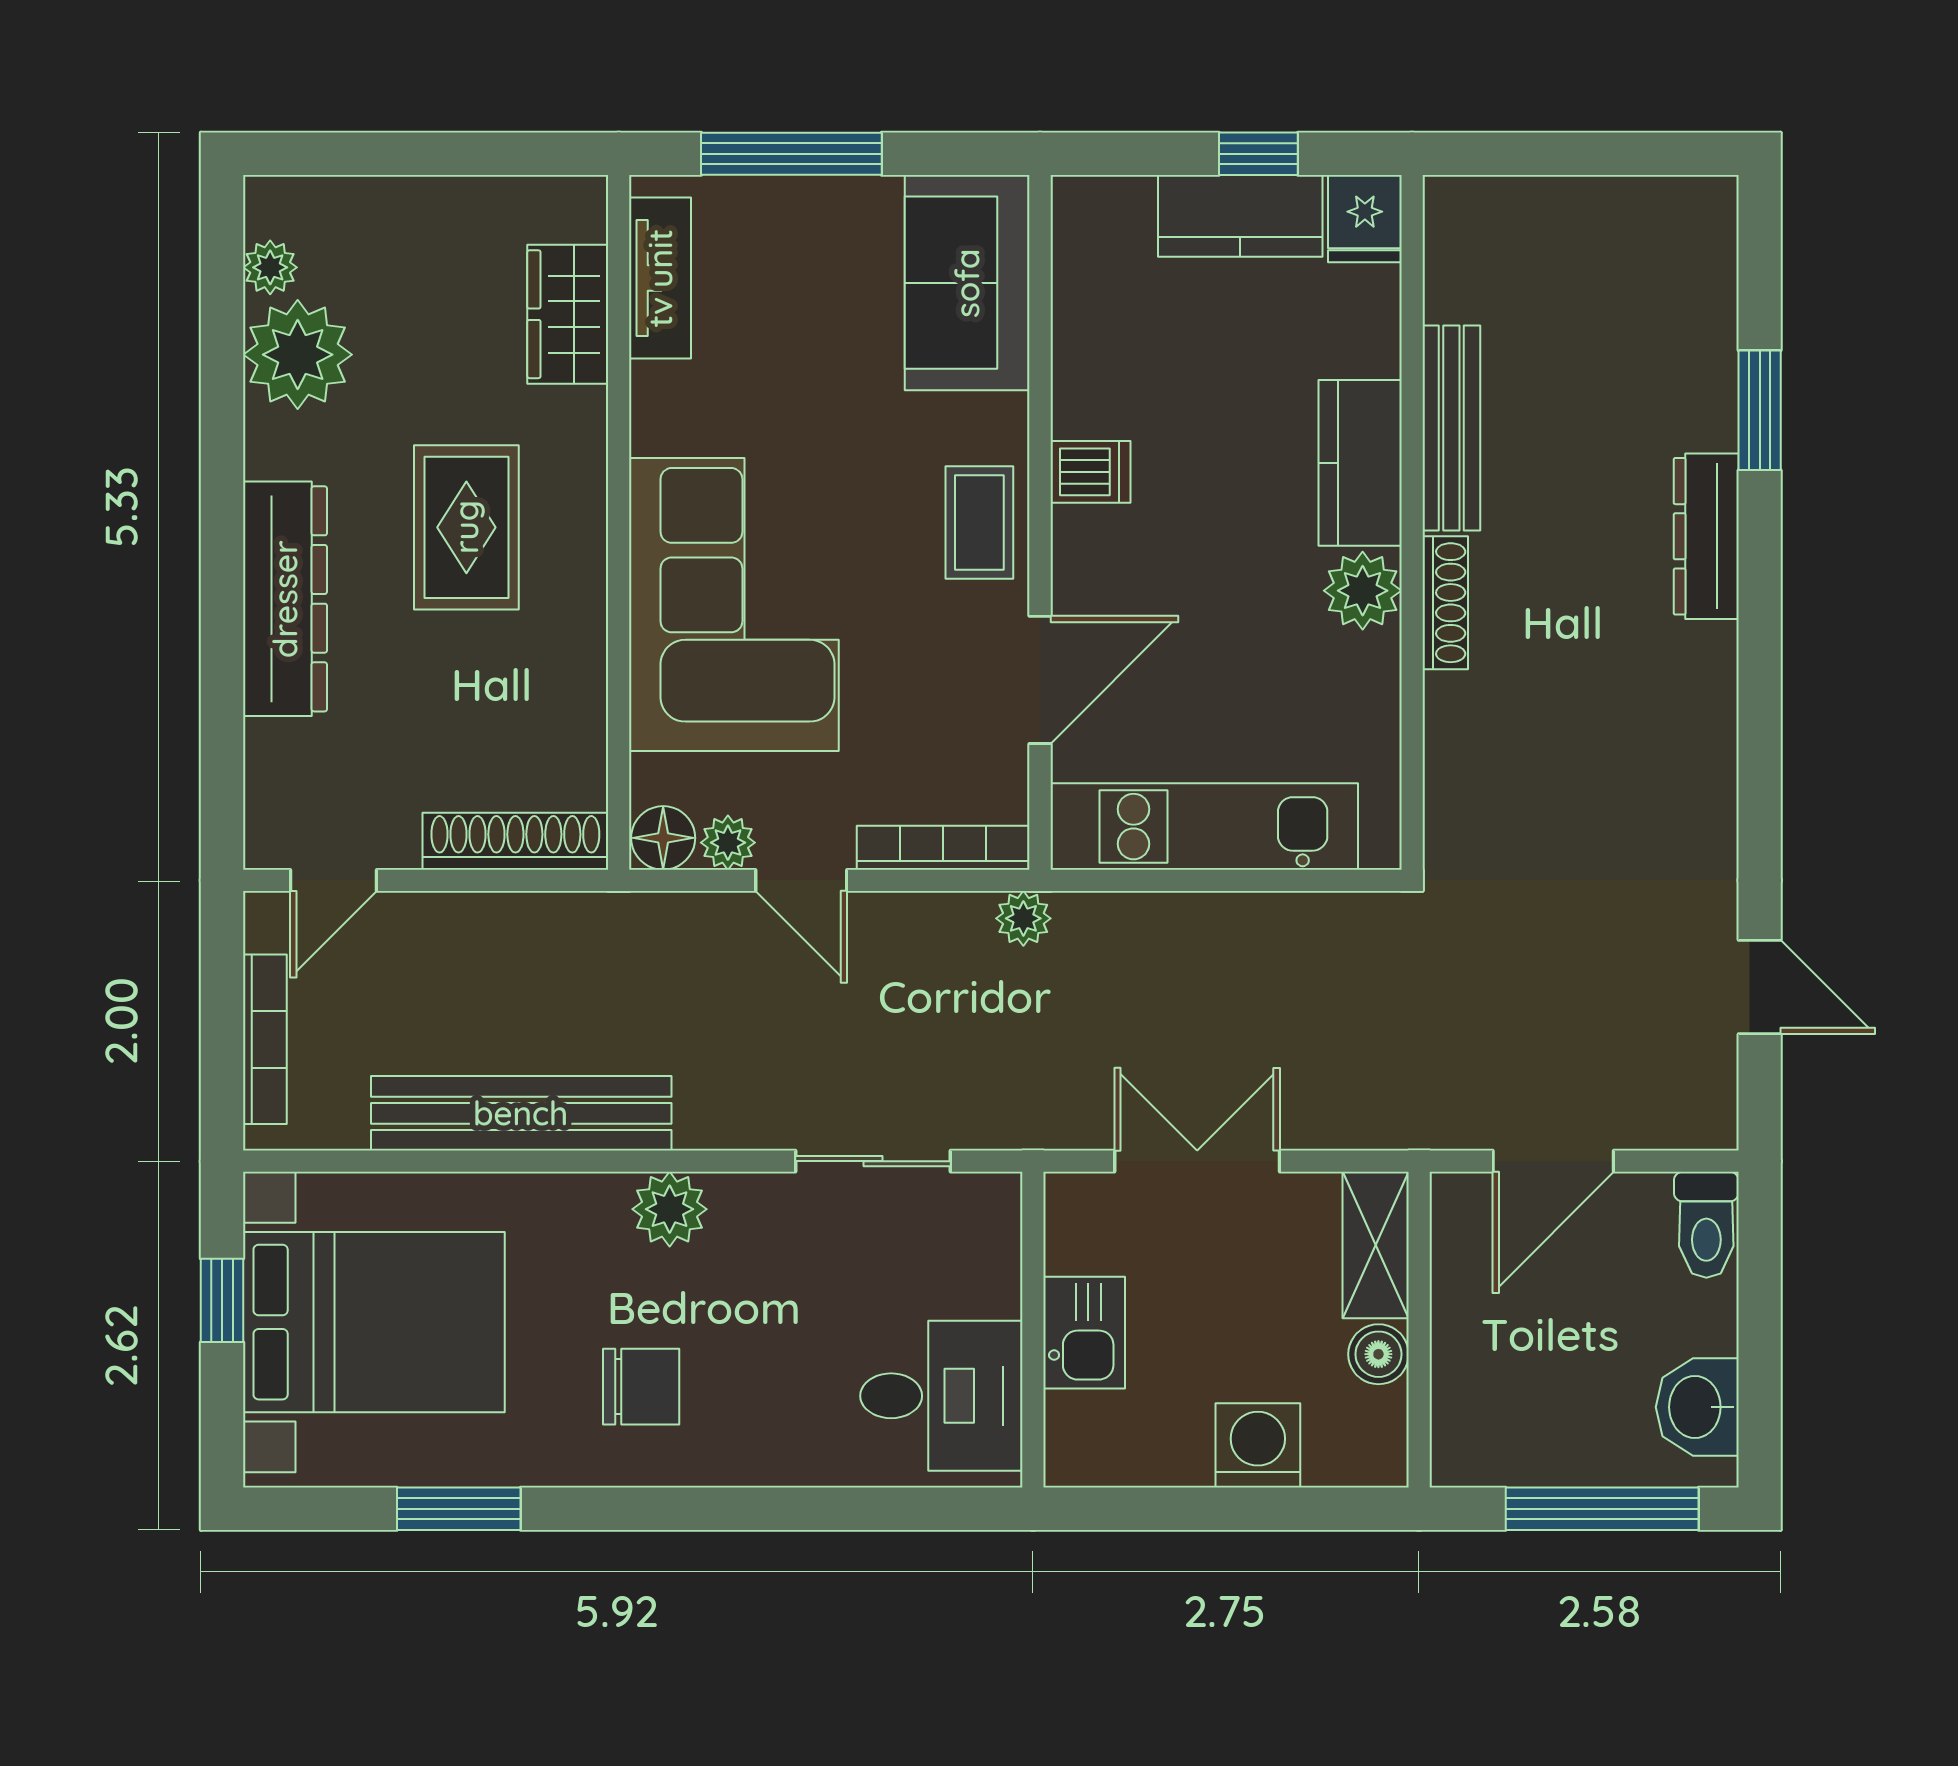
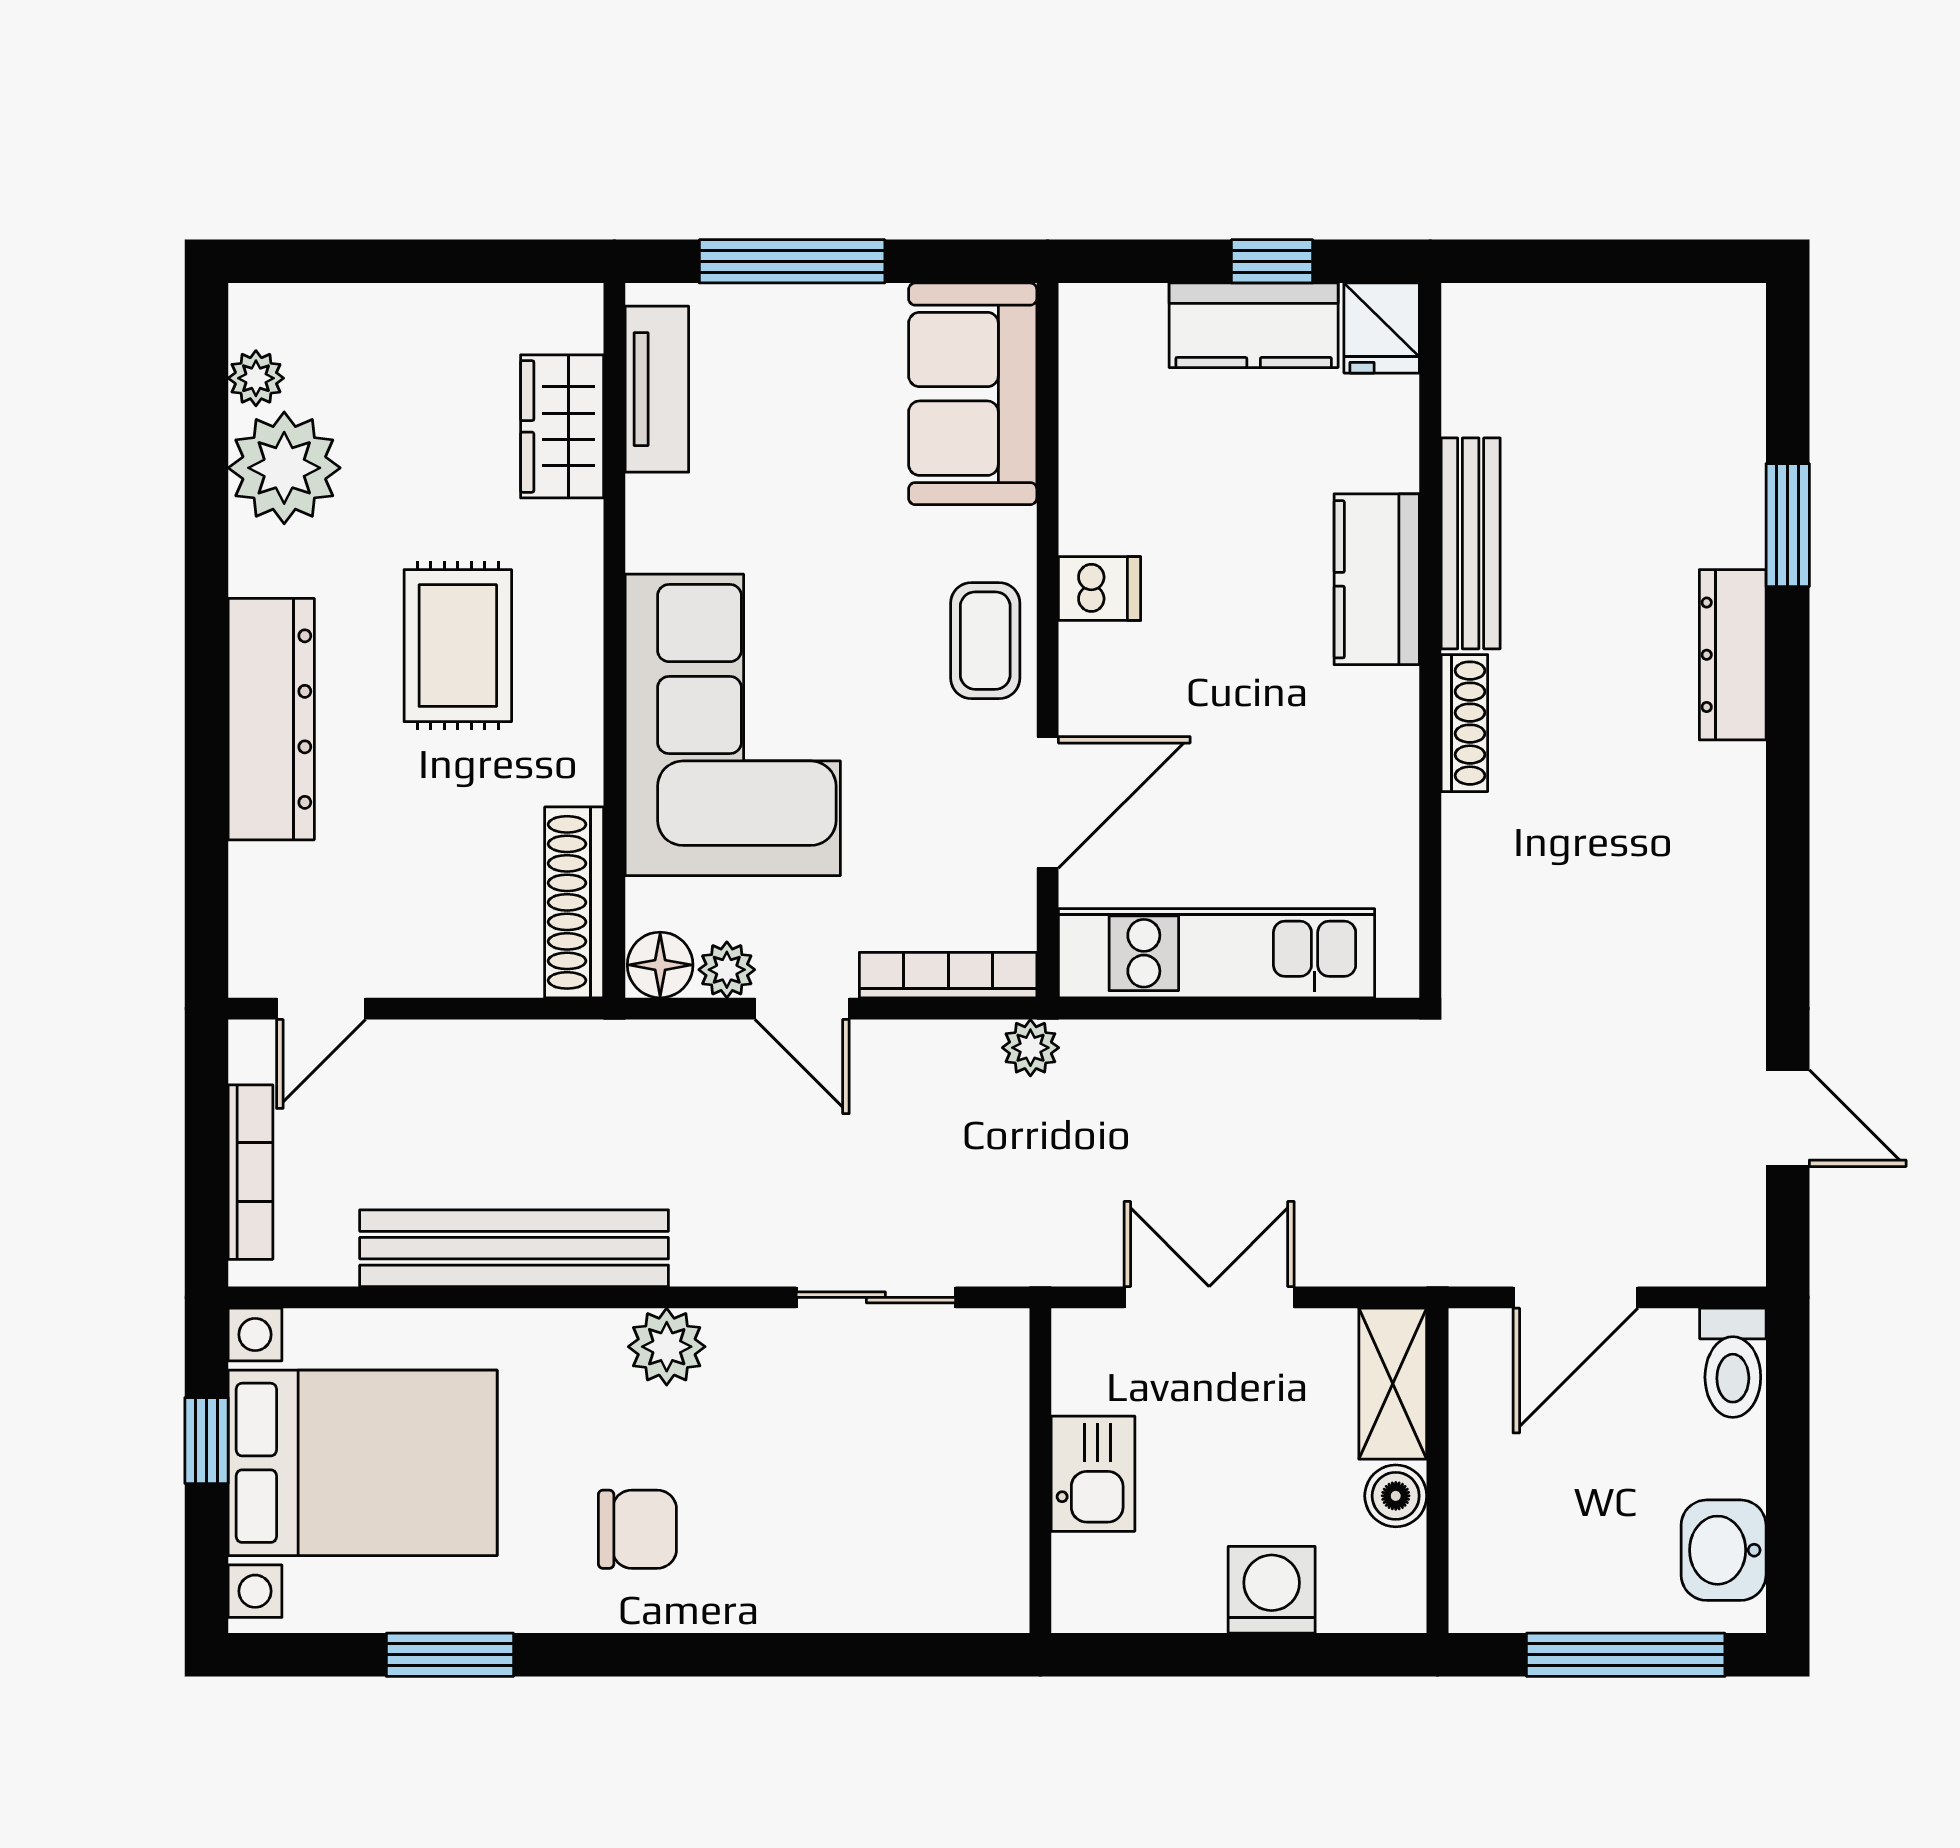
plant: (1363, 591) -> (1379, 711), removed
shoe rack: (515, 841) -> (574, 902), moved, turned -90
desk: (941, 1396) -> (946, 1539), removed

